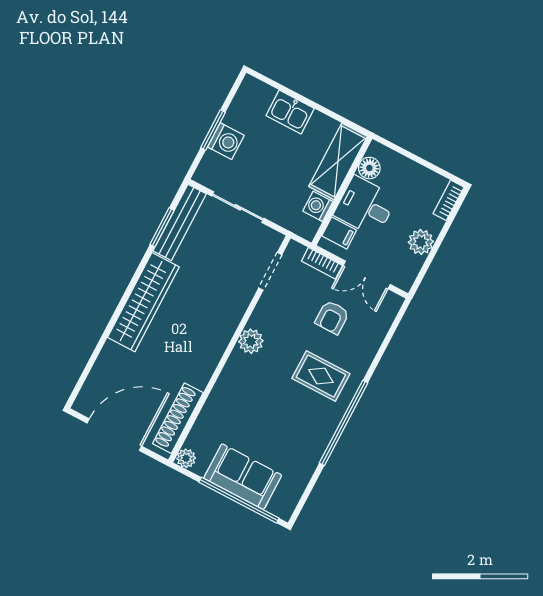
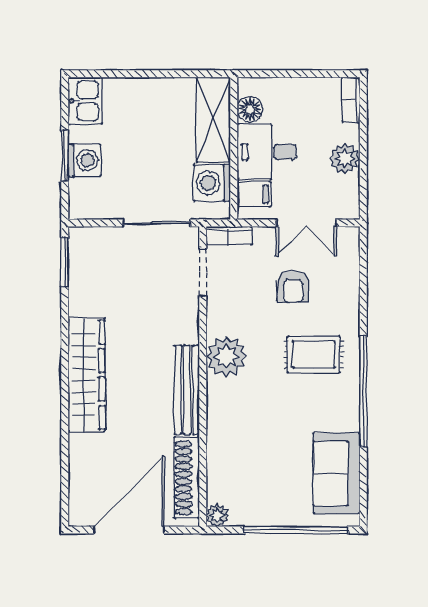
kitchen sink: (290, 112) -> (85, 101), moved, turned -90
washing machine: (318, 206) -> (212, 183), width x1.38, depth x1.38
sliding door: (238, 207) -> (157, 223), moved
bench: (180, 222) -> (187, 390), moved
window: (162, 227) -> (65, 262), moved
bookcase: (322, 263) -> (229, 236), moved
plant: (251, 341) -> (226, 357), width x1.36, depth x1.36
sofa: (243, 477) -> (337, 473), moved, turned -90

